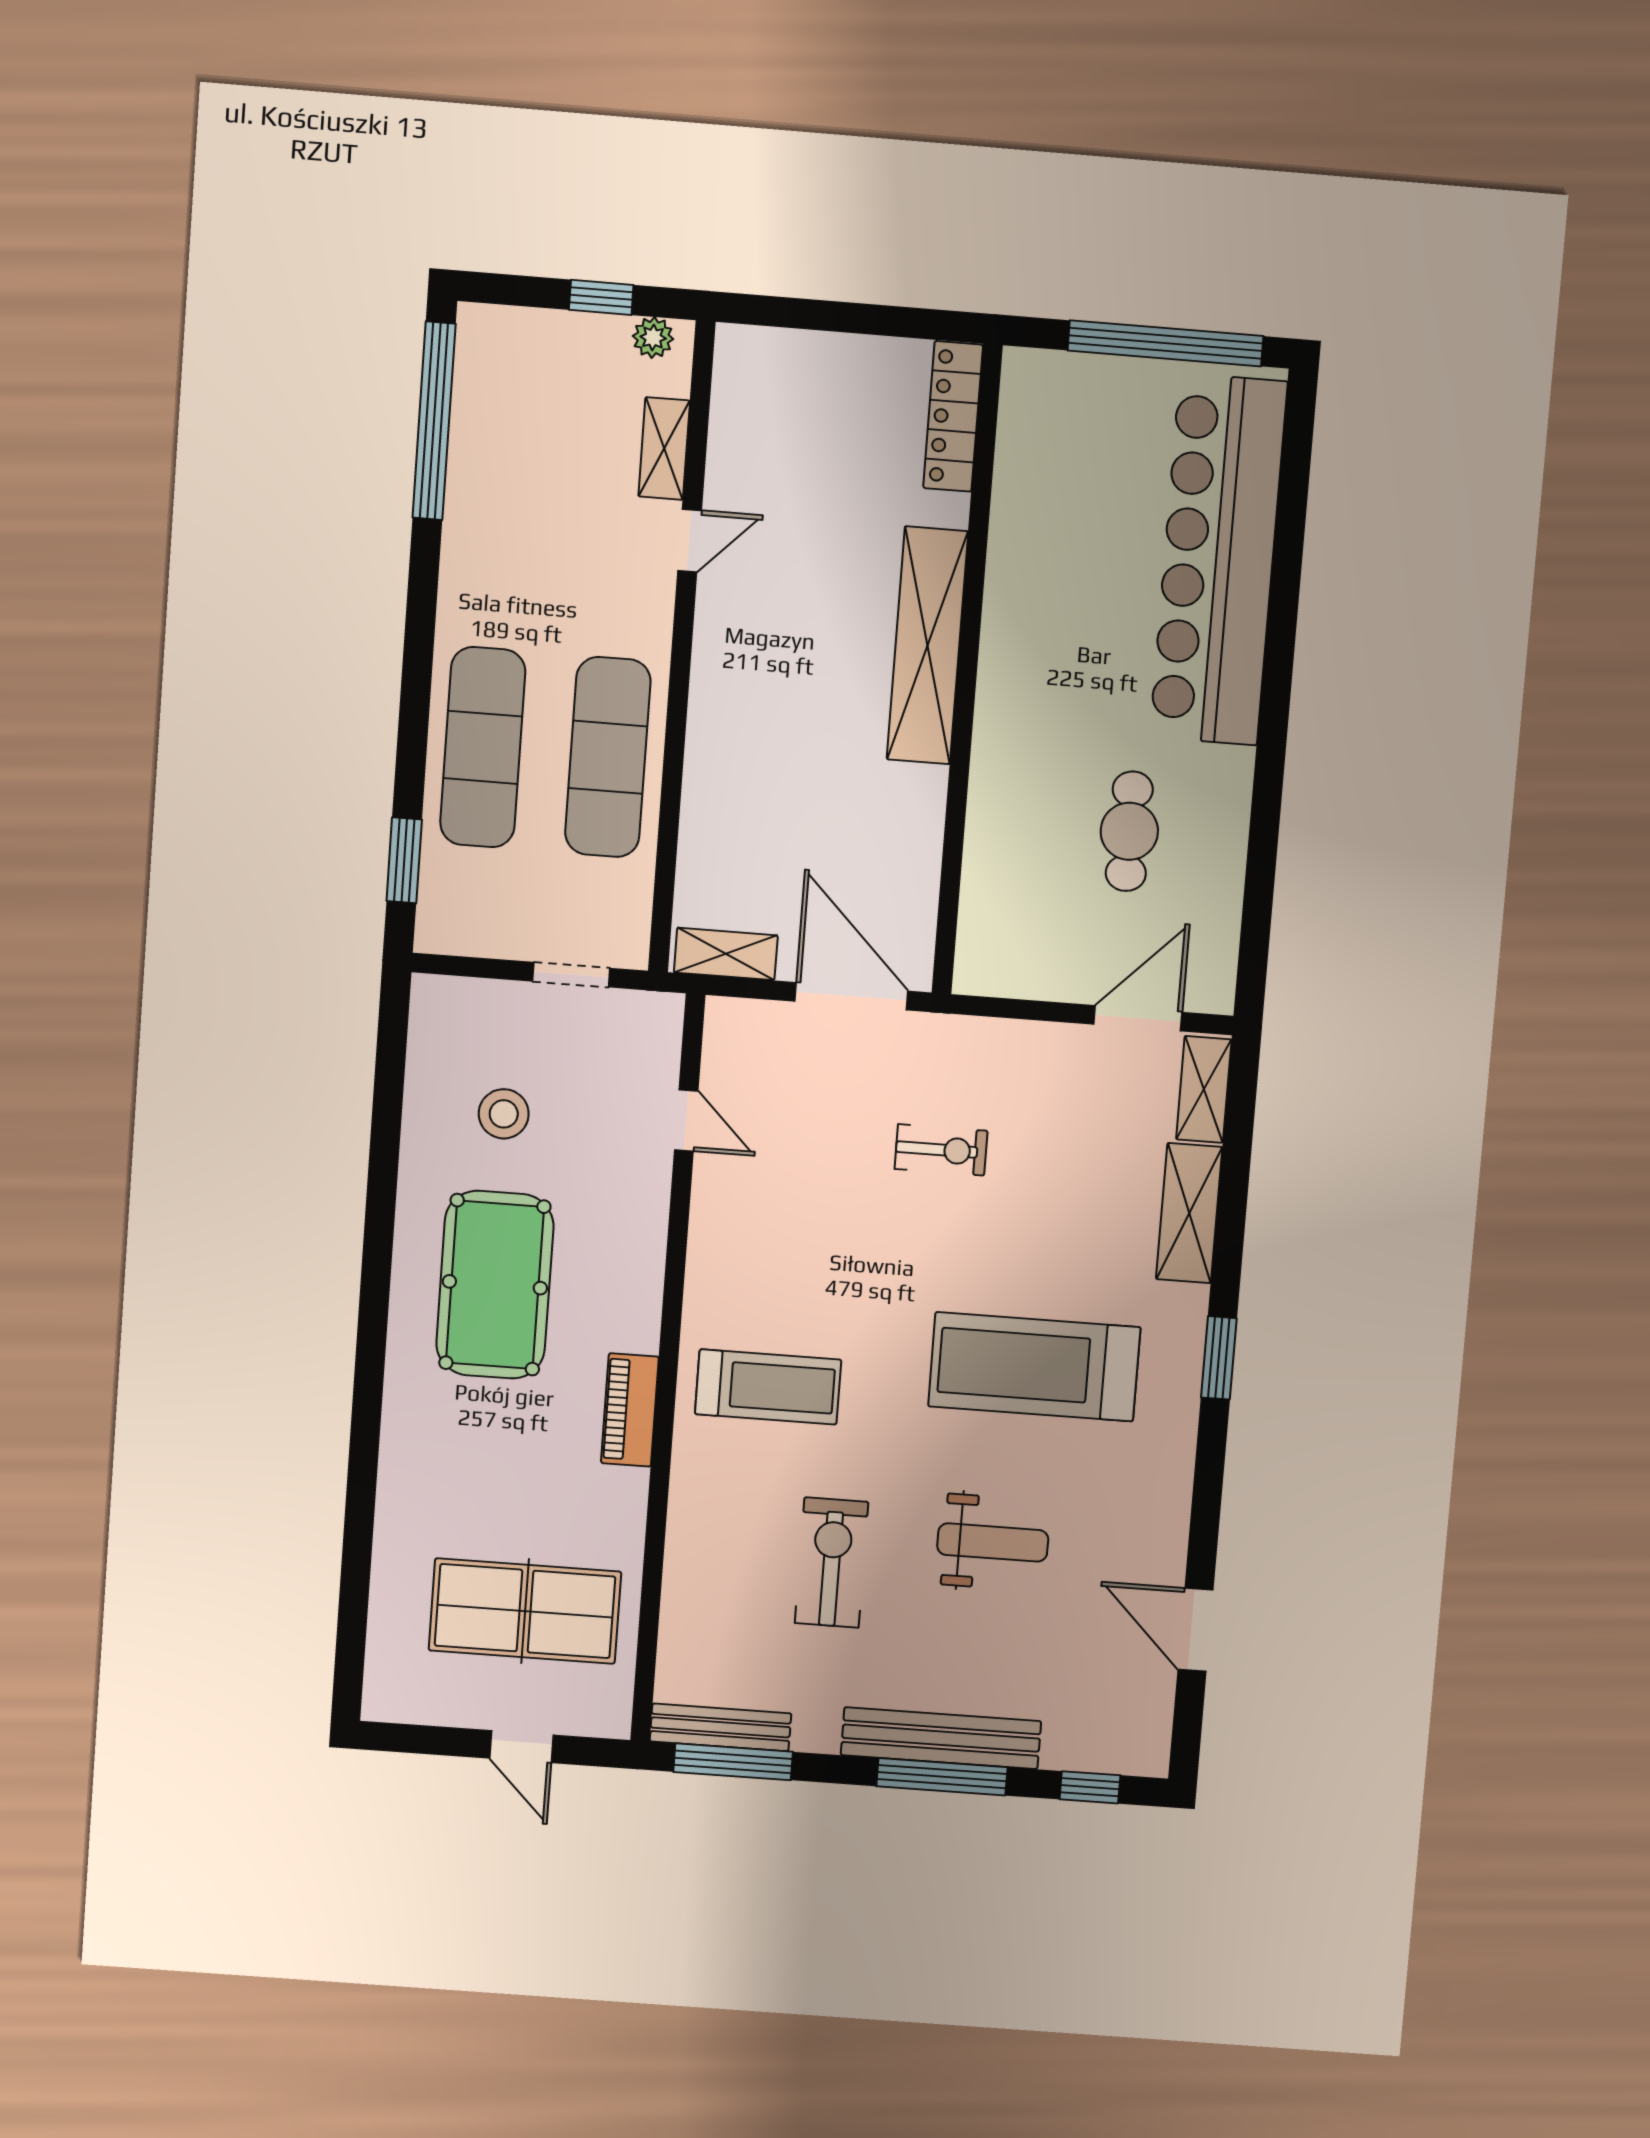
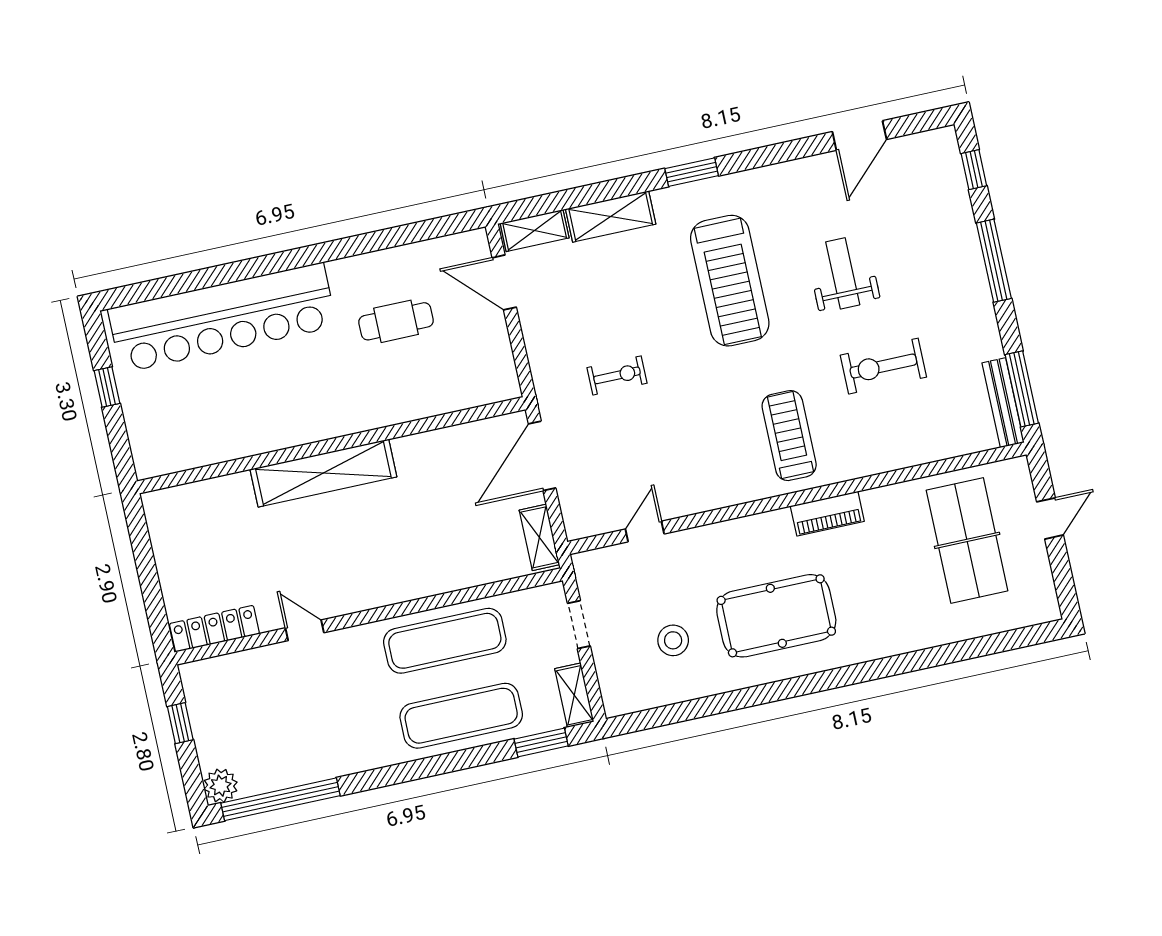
plant: (653, 338) -> (221, 786), moved, width x1.38, depth x1.38
window: (1166, 343) -> (107, 387), width x0.32
locker: (953, 416) -> (214, 629), moved, turned 180
shelving: (664, 448) -> (574, 695), moved, turned 90
exercise bike: (941, 1150) -> (617, 375), turned 90
bench: (941, 1738) -> (970, 268), removed

